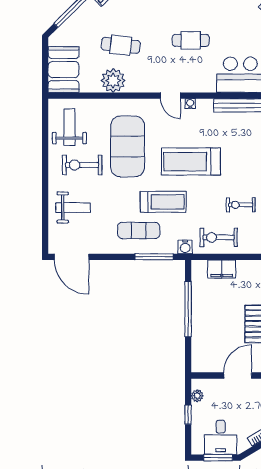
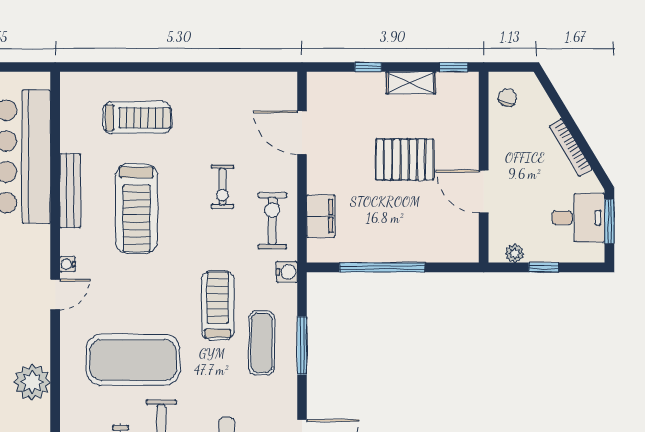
treadmill: (191, 162) -> (136, 208), moved
exercise bike: (219, 237) -> (272, 221), turned 180
window: (154, 257) -> (302, 345), moved

